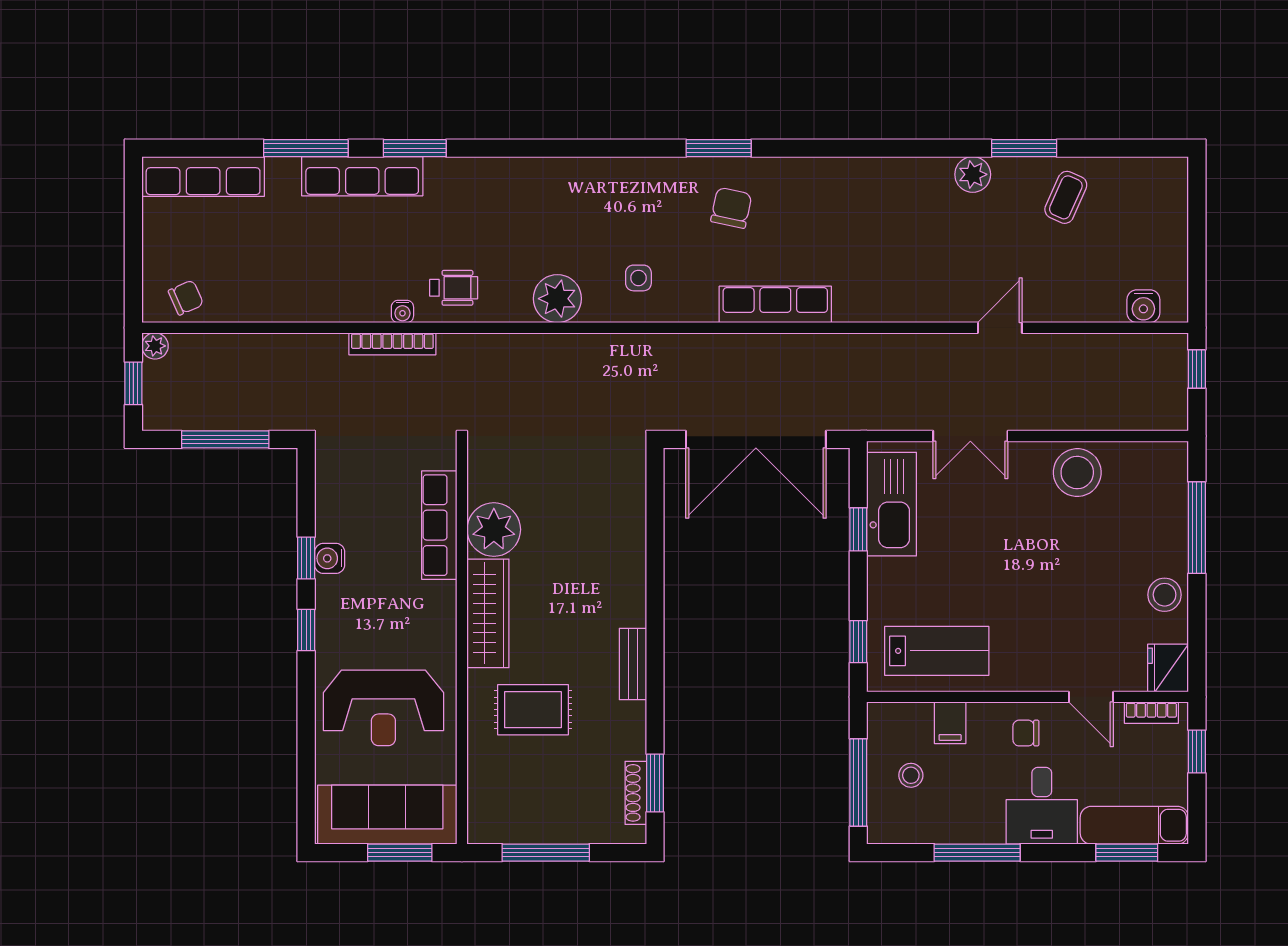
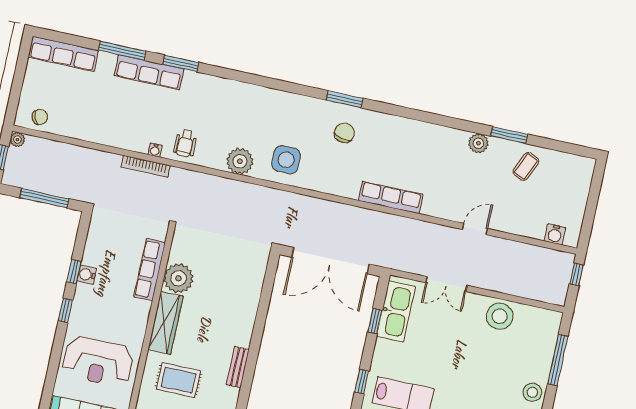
side table: (638, 278) -> (286, 160), width x1.87, depth x1.87
wheelchair: (454, 288) -> (185, 143), turned 90
row of seats: (775, 304) -> (391, 197), moved

